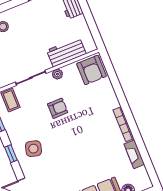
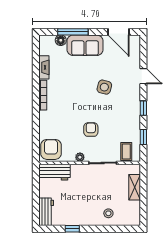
workbench: (66, 52) -> (55, 172), moved
armchair: (58, 108) -> (91, 130), turned 90
side table: (33, 149) -> (104, 87), moved

